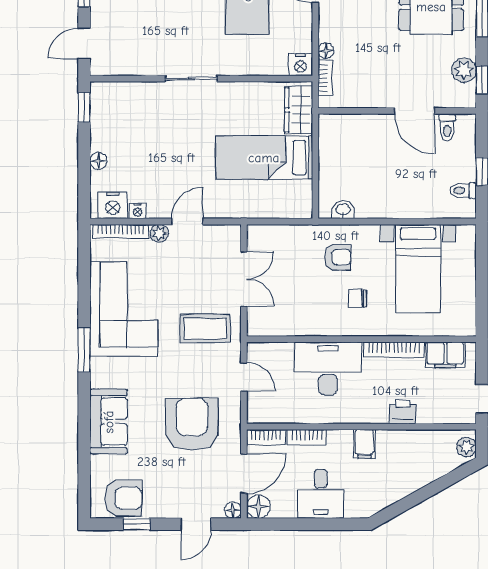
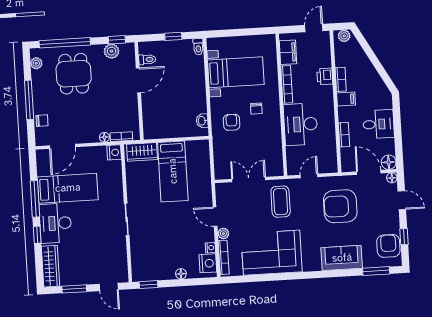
toilet: (463, 190) -> (198, 47), moved
window: (84, 350) -> (376, 271), moved
bookcase: (266, 437) -> (341, 79), moved

